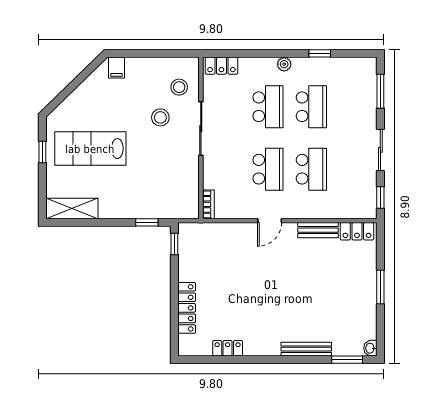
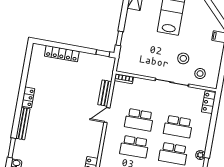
plant: (284, 64) -> (200, 155), moved
door: (270, 221) -> (107, 115), hinge flipped
bench: (318, 230) -> (105, 93), moved
locker: (228, 348) -> (28, 97), moved

